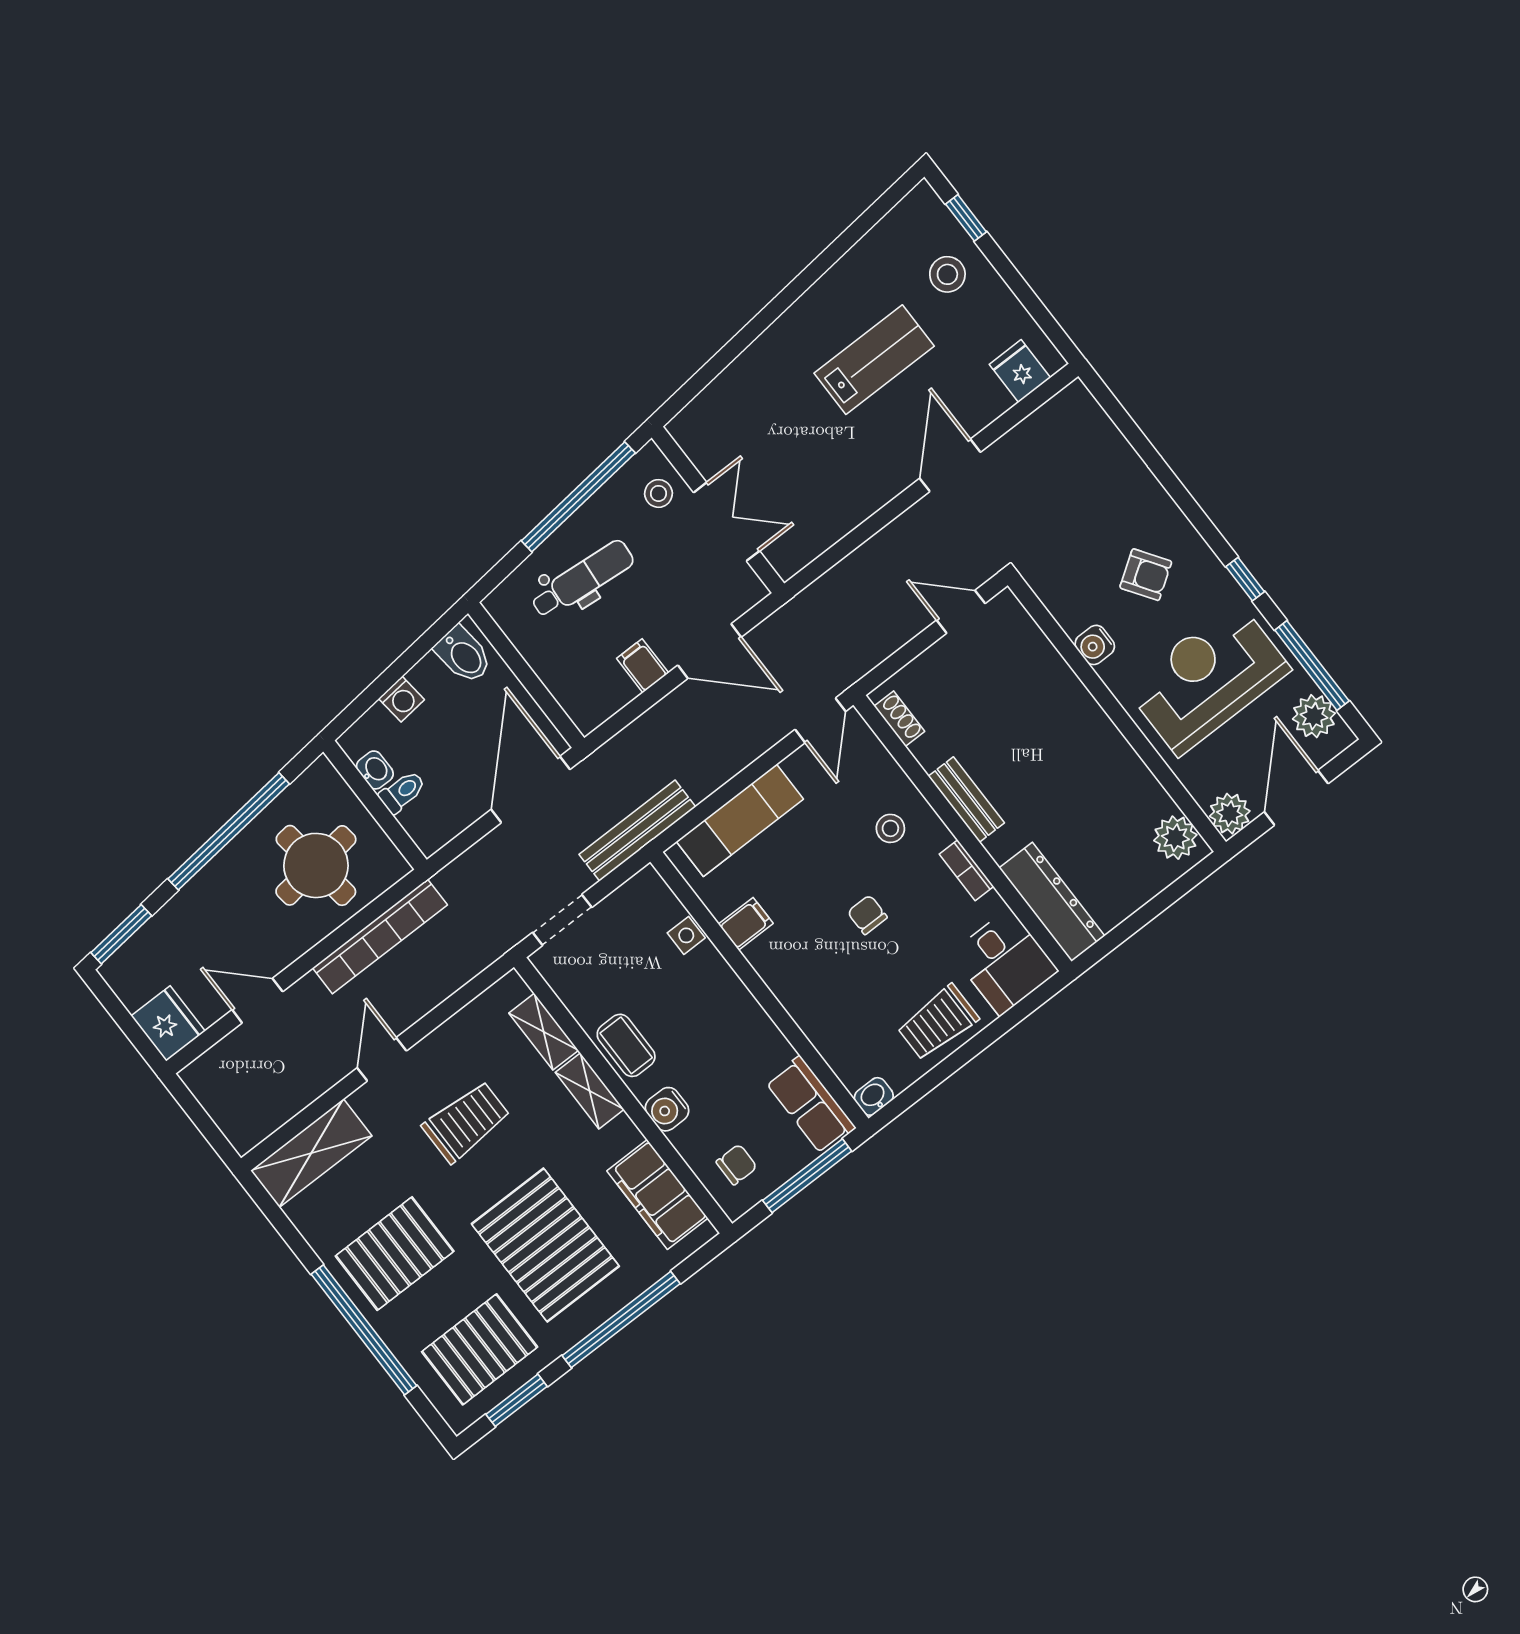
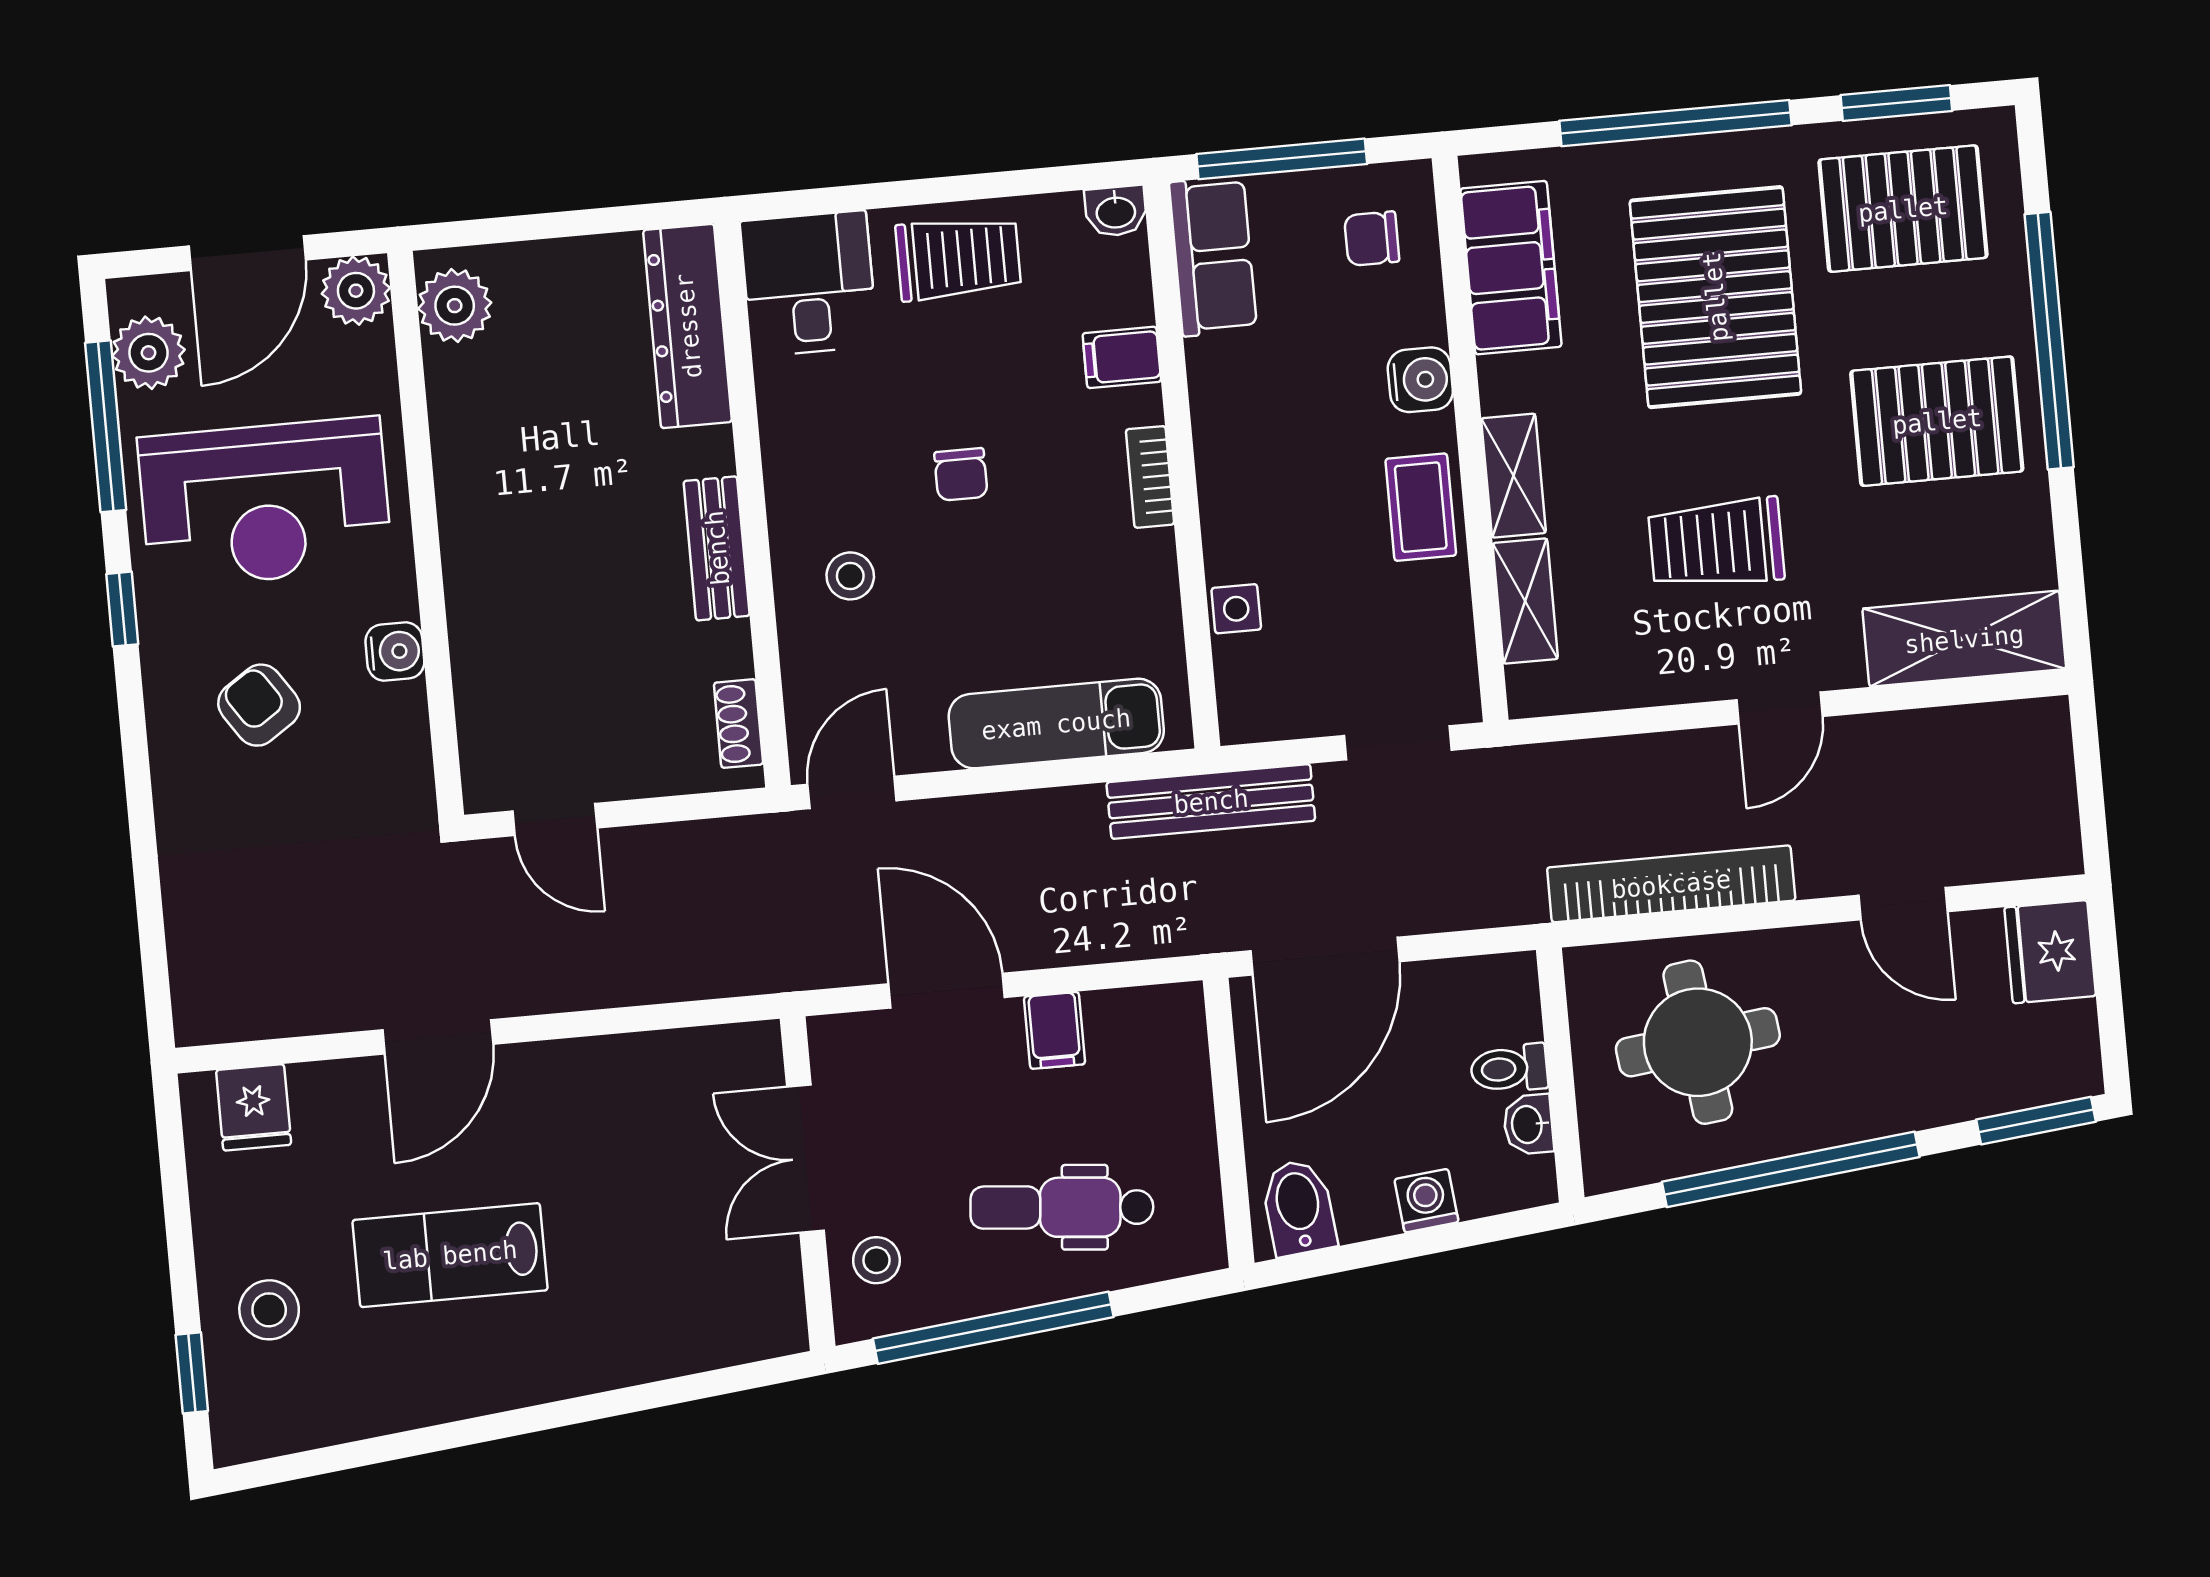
bookcase: (967, 870) -> (1150, 477), moved, turned 180
filing cabinet: (746, 924) -> (1122, 357), moved

